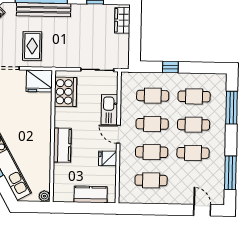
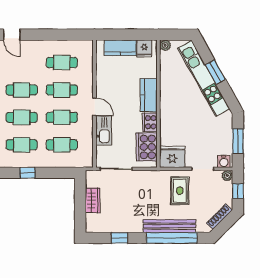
wardrobe: (122, 20) -> (93, 200), moved
window: (170, 67) -> (28, 173), moved
cooker: (62, 117) -> (150, 122), added
fridge: (108, 158) -> (144, 48), moved, turned 90

